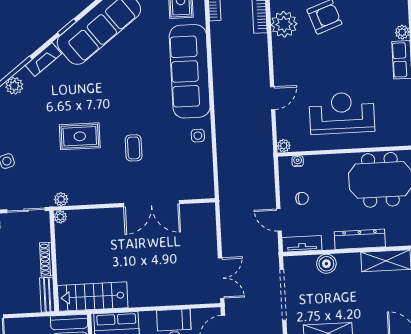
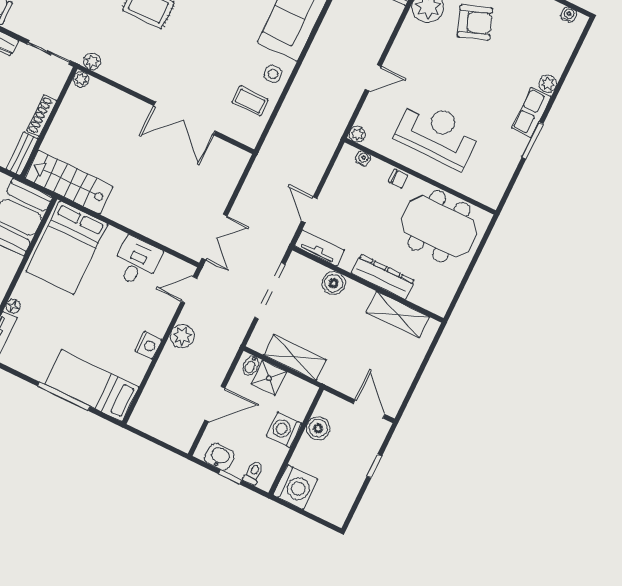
coffee table: (134, 148) -> (250, 101), moved, turned 90
chair: (302, 198) -> (398, 179), moved

